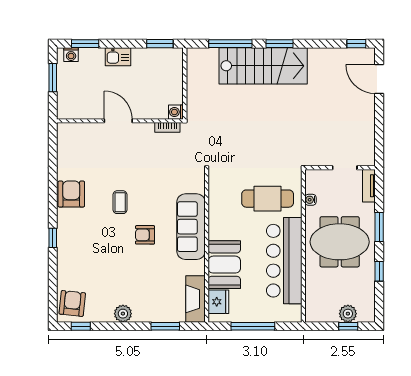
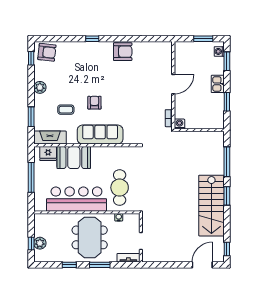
window: (160, 44) -> (227, 102), moved
stairs: (263, 66) -> (211, 206), moved
coffee table: (120, 202) -> (66, 110), moved

